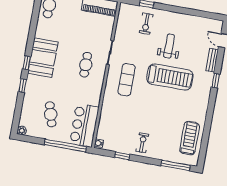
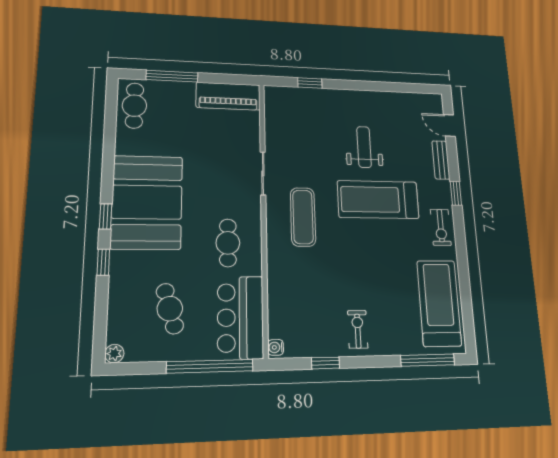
exercise bike: (146, 24) -> (441, 227), moved
booth: (43, 58) -> (147, 202), width x1.36, depth x1.42
cafe table: (86, 65) -> (228, 243), moved
treadmill: (170, 77) -> (378, 200), turned 180
treadmill: (190, 138) -> (439, 303), width x1.37, depth x1.38

